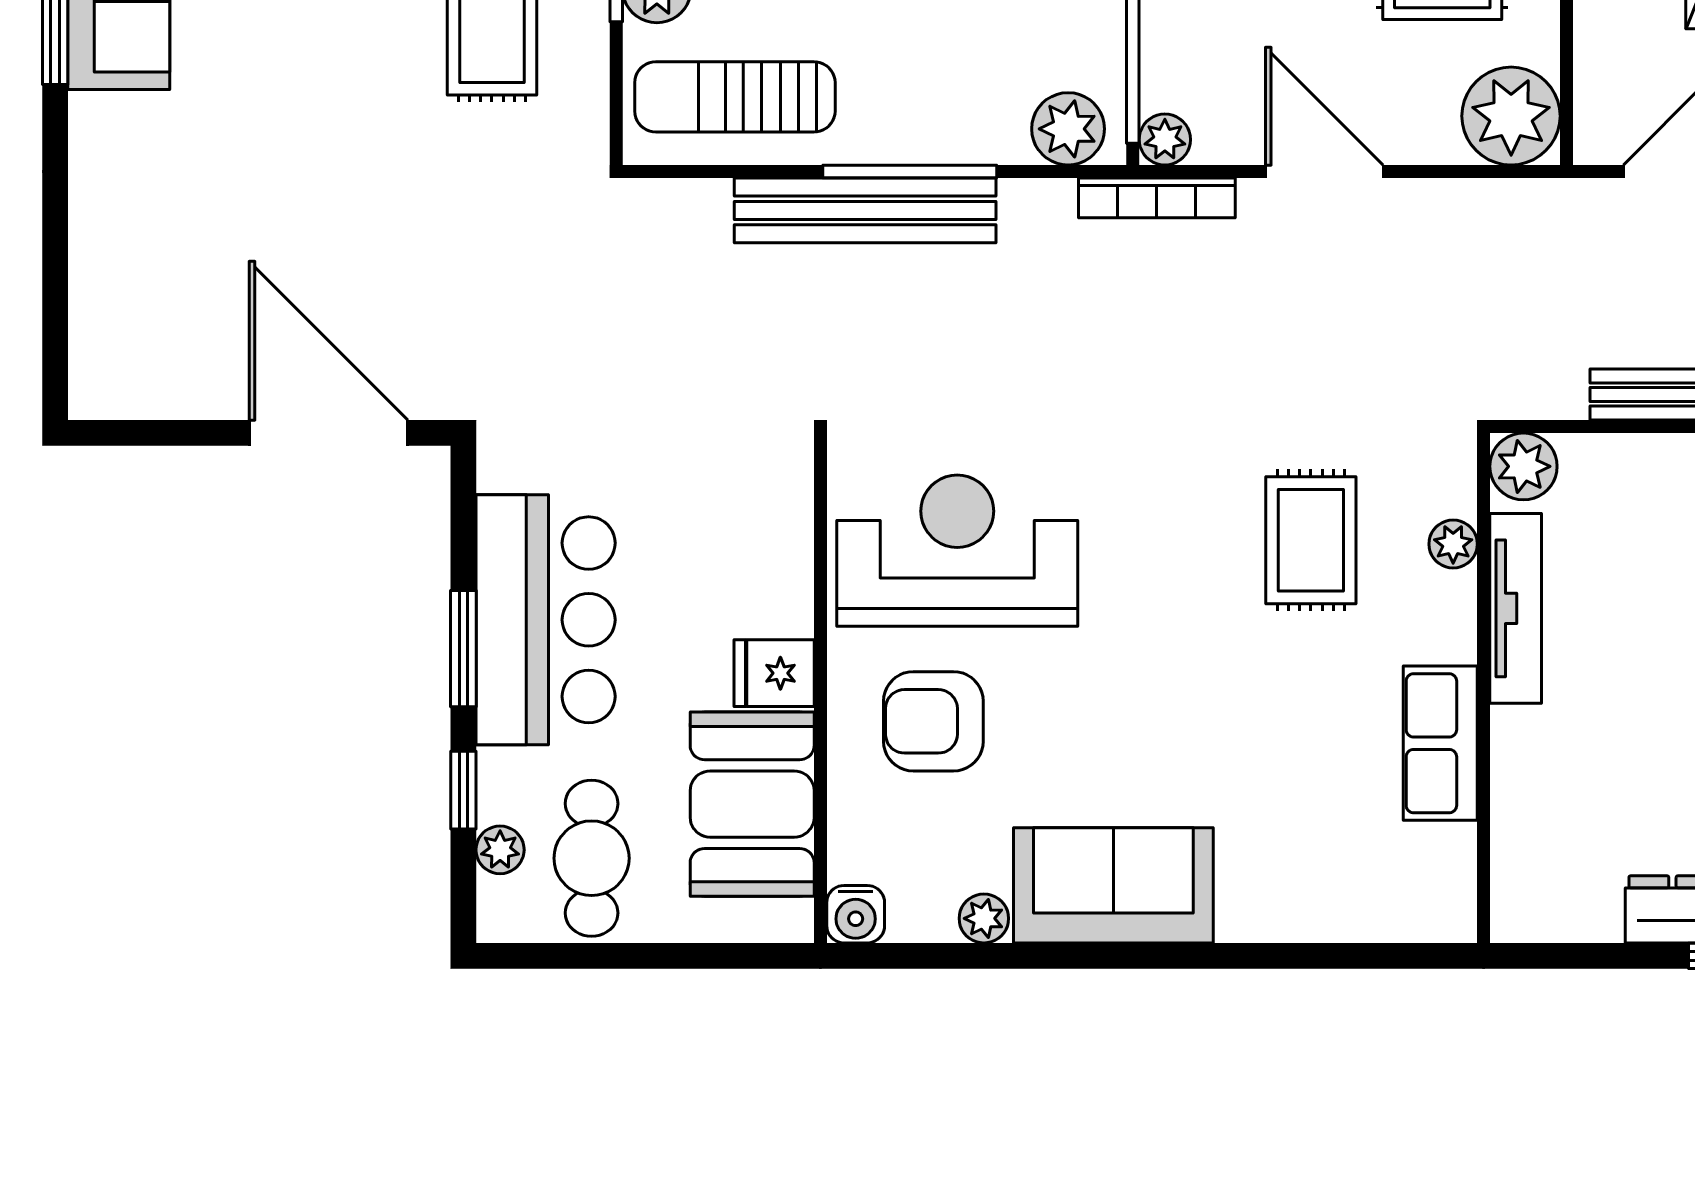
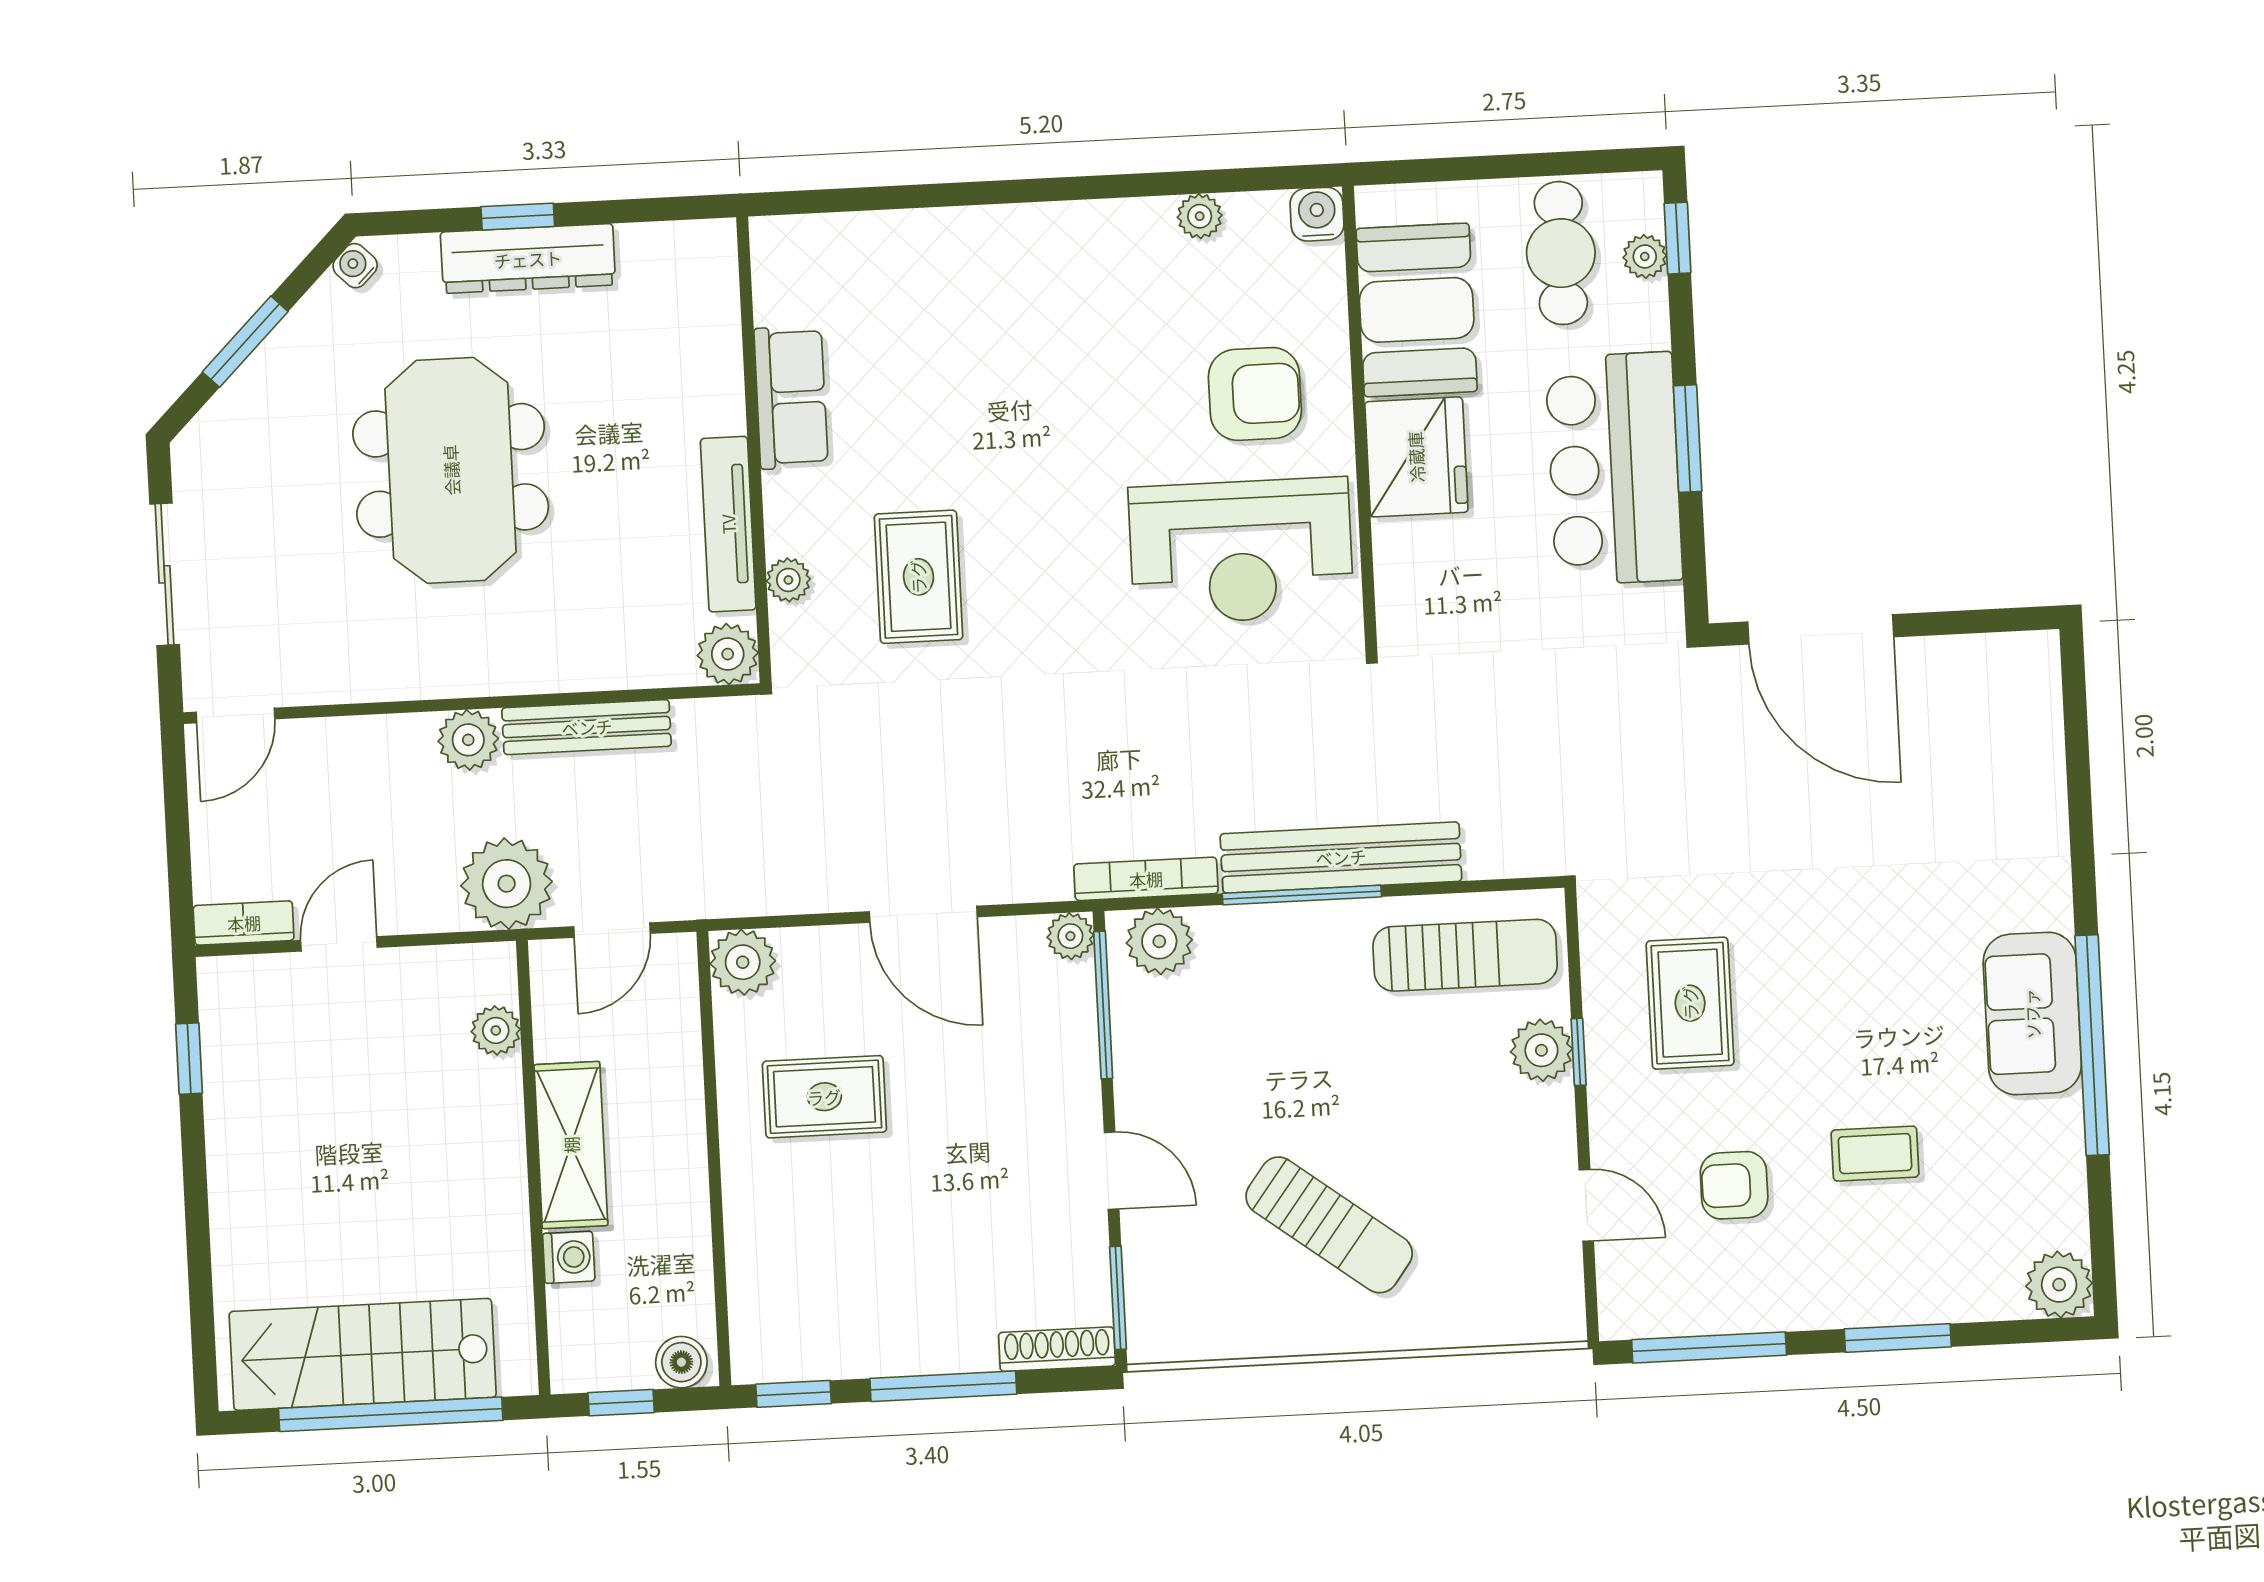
plant: (1511, 116) -> (743, 962), width x0.73, depth x0.73
bookcase: (1157, 198) -> (1146, 879), moved
fridge: (774, 673) -> (1416, 457), width x1.88, depth x1.34
window: (463, 790) -> (1677, 238), moved
sofa: (1113, 885) -> (1083, 252), removed

